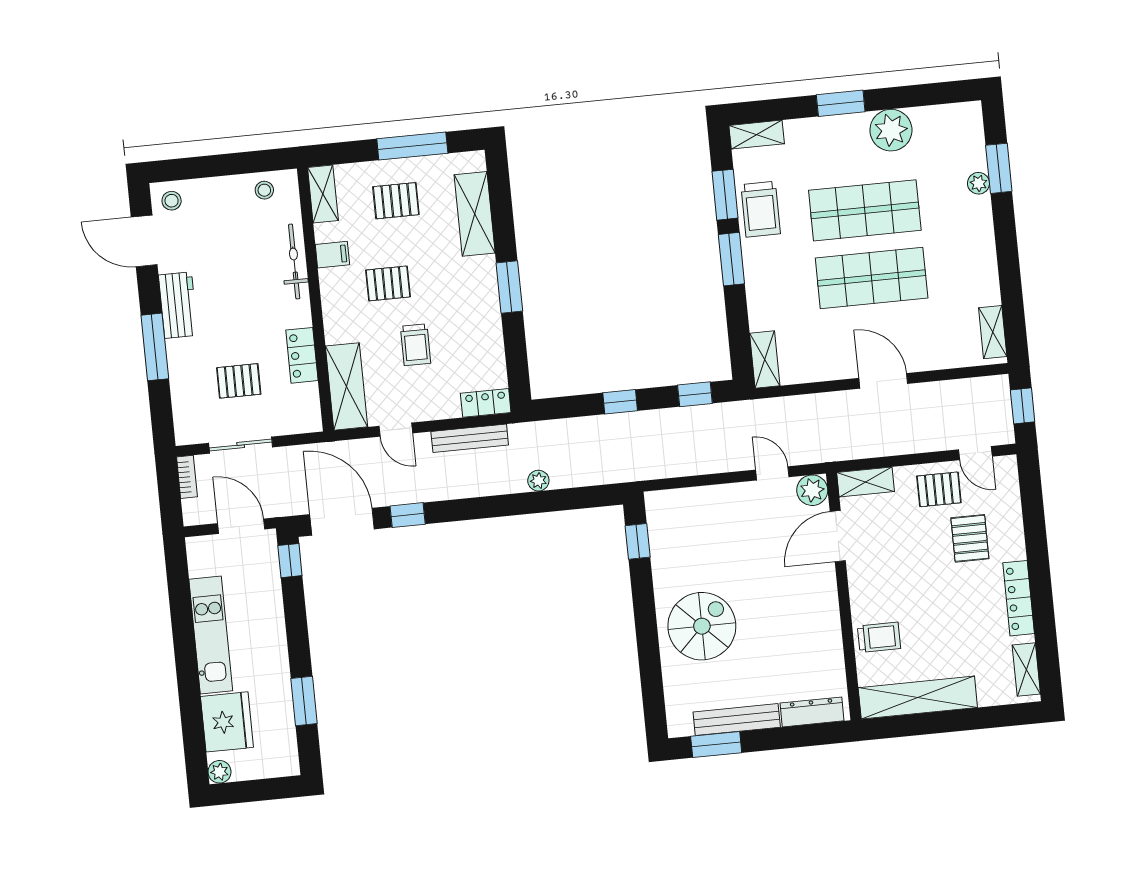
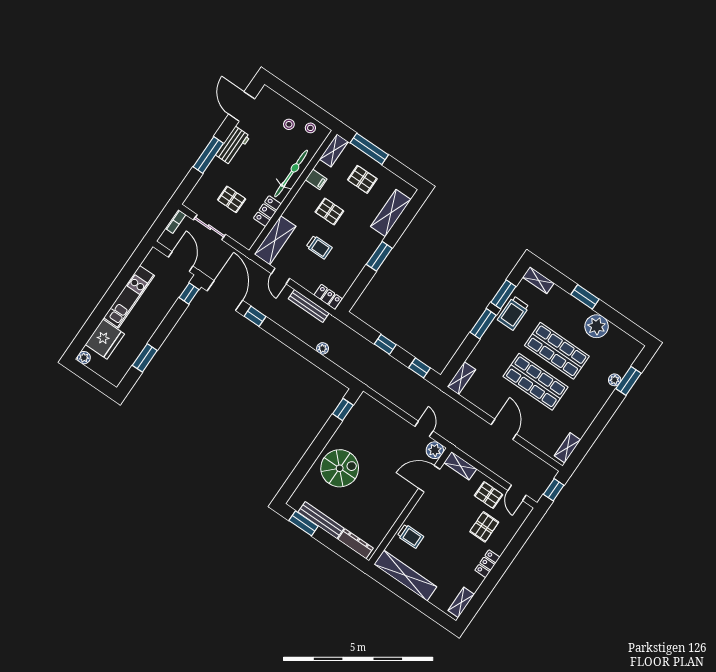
window: (412, 146) -> (369, 149), moved
stool: (172, 201) -> (289, 124), moved
bicycle: (294, 261) -> (291, 173), width x1.37, depth x1.40
trolley: (416, 345) -> (319, 247), turned -90
locker: (1019, 598) -> (487, 564), width x0.66

